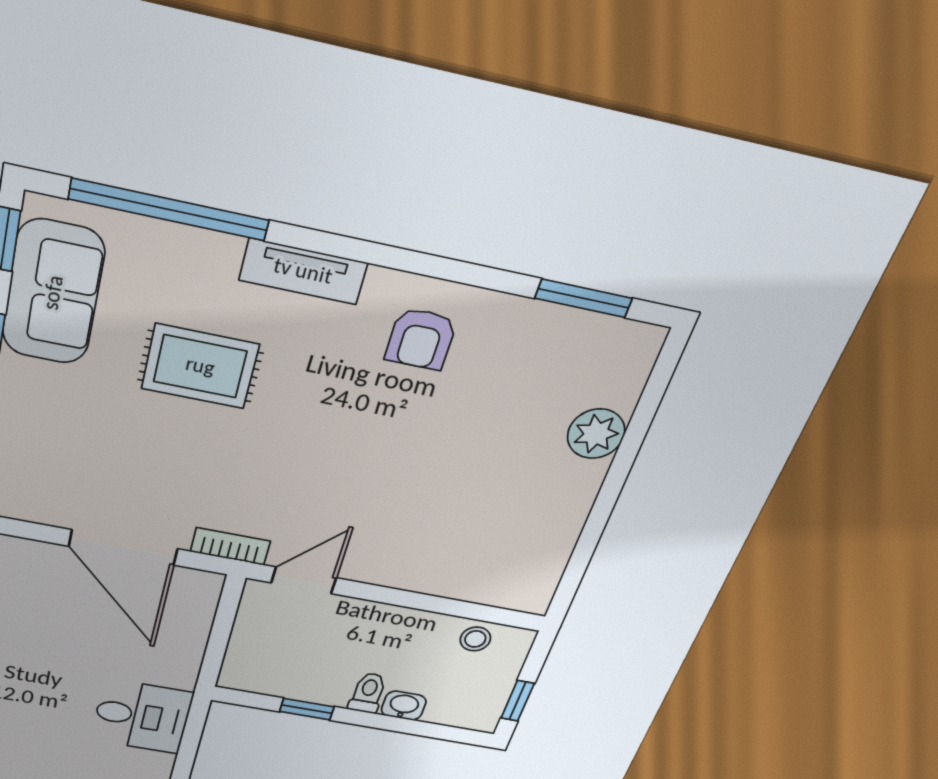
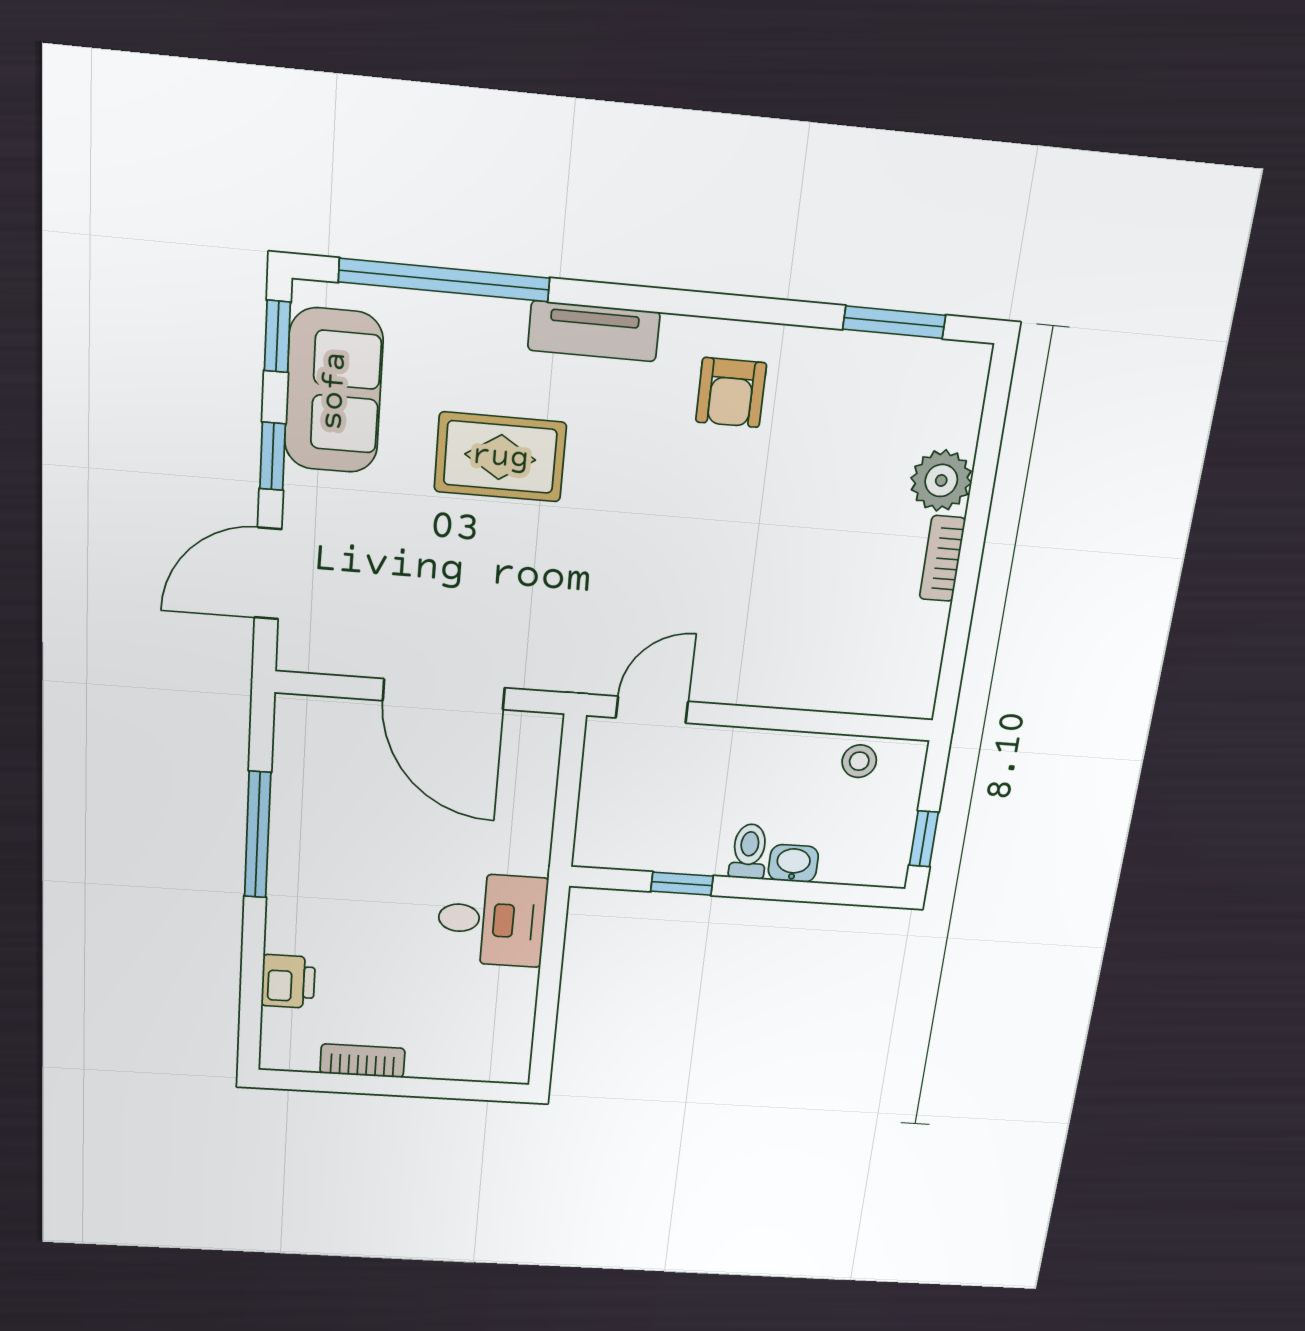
bookcase: (230, 546) -> (942, 559), moved, turned -90

